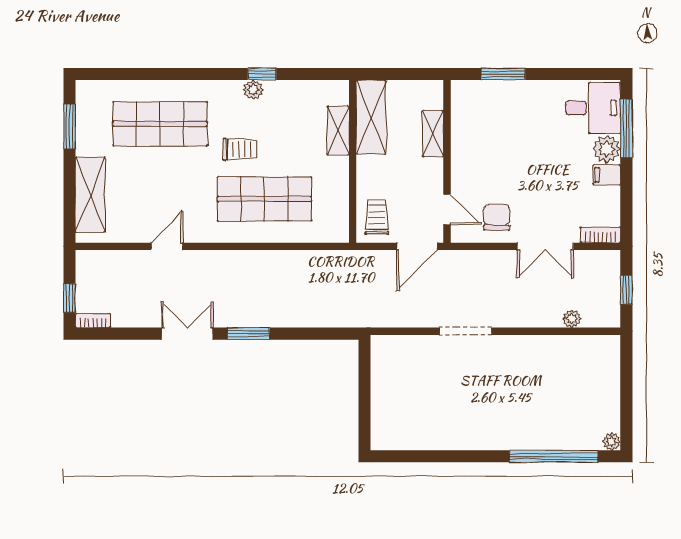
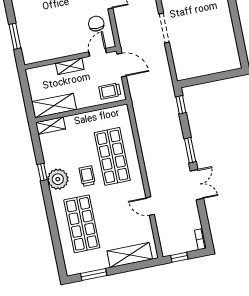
plant: (253, 90) -> (58, 179), width x1.88, depth x1.88
shelving: (338, 130) -> (51, 126), moved
shelving: (433, 134) -> (70, 66), moved
chair: (497, 217) -> (96, 24), turned 90
window: (70, 298) -> (179, 257), moved
double door: (187, 334) -> (197, 185), swing flipped
window: (329, 334) -> (181, 105), added

